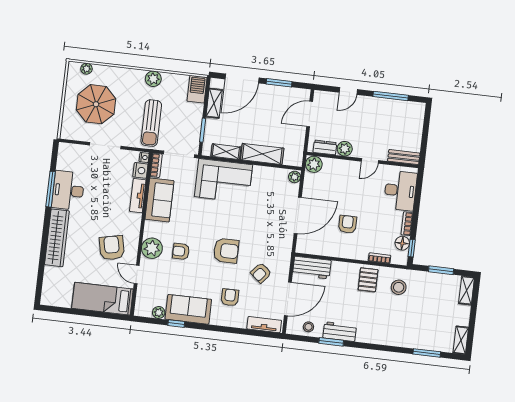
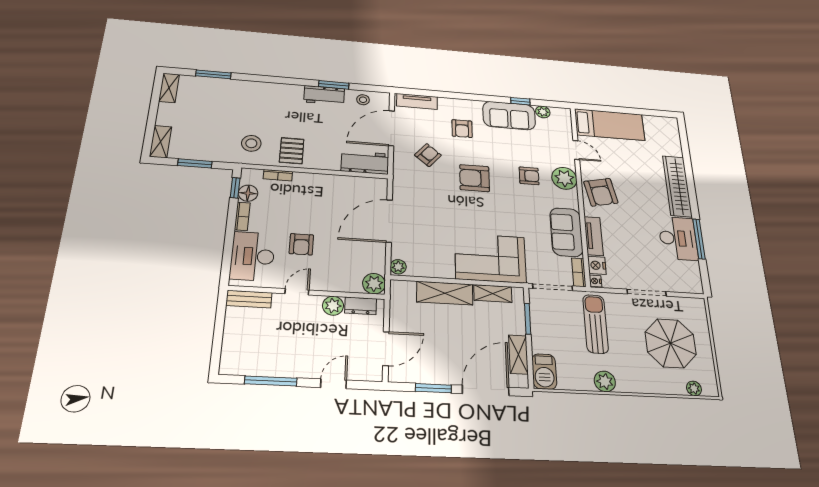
armchair: (347, 224) -> (301, 244), moved
armchair: (112, 248) -> (601, 192), moved

